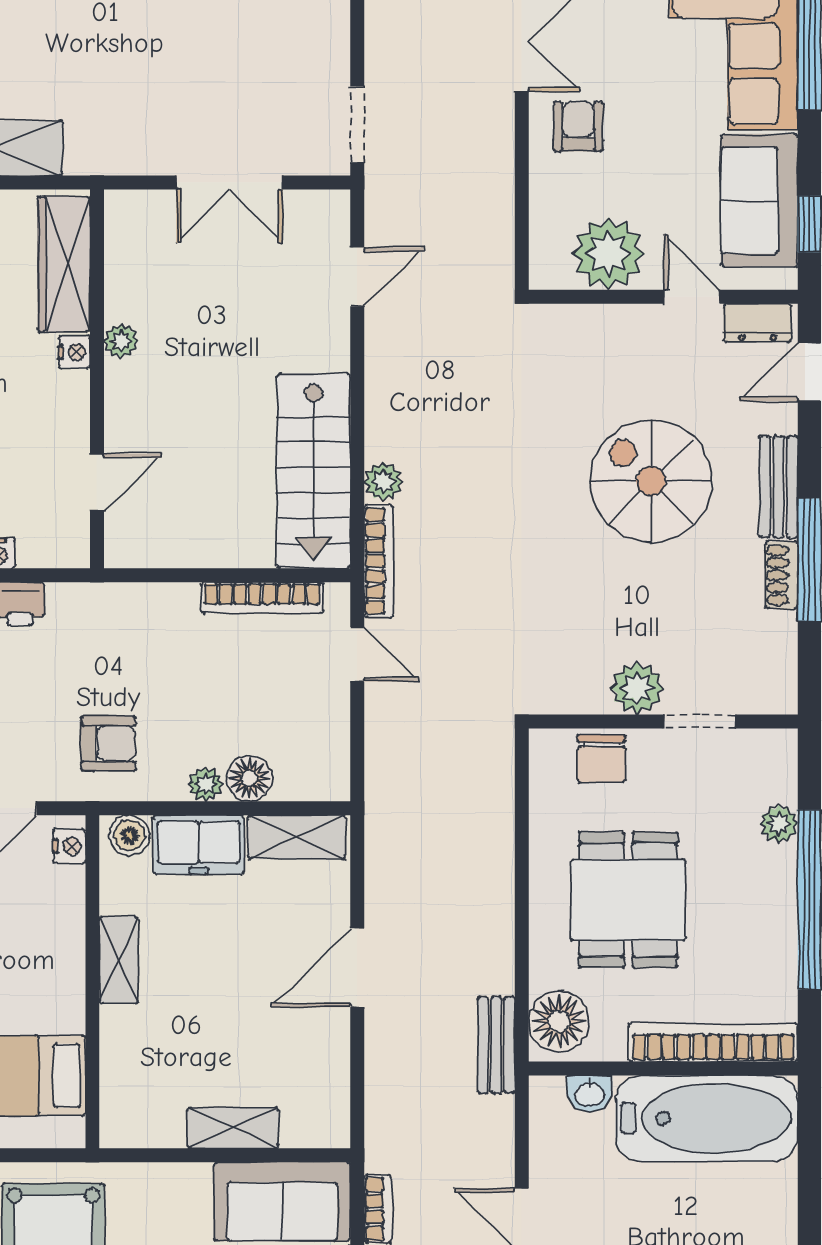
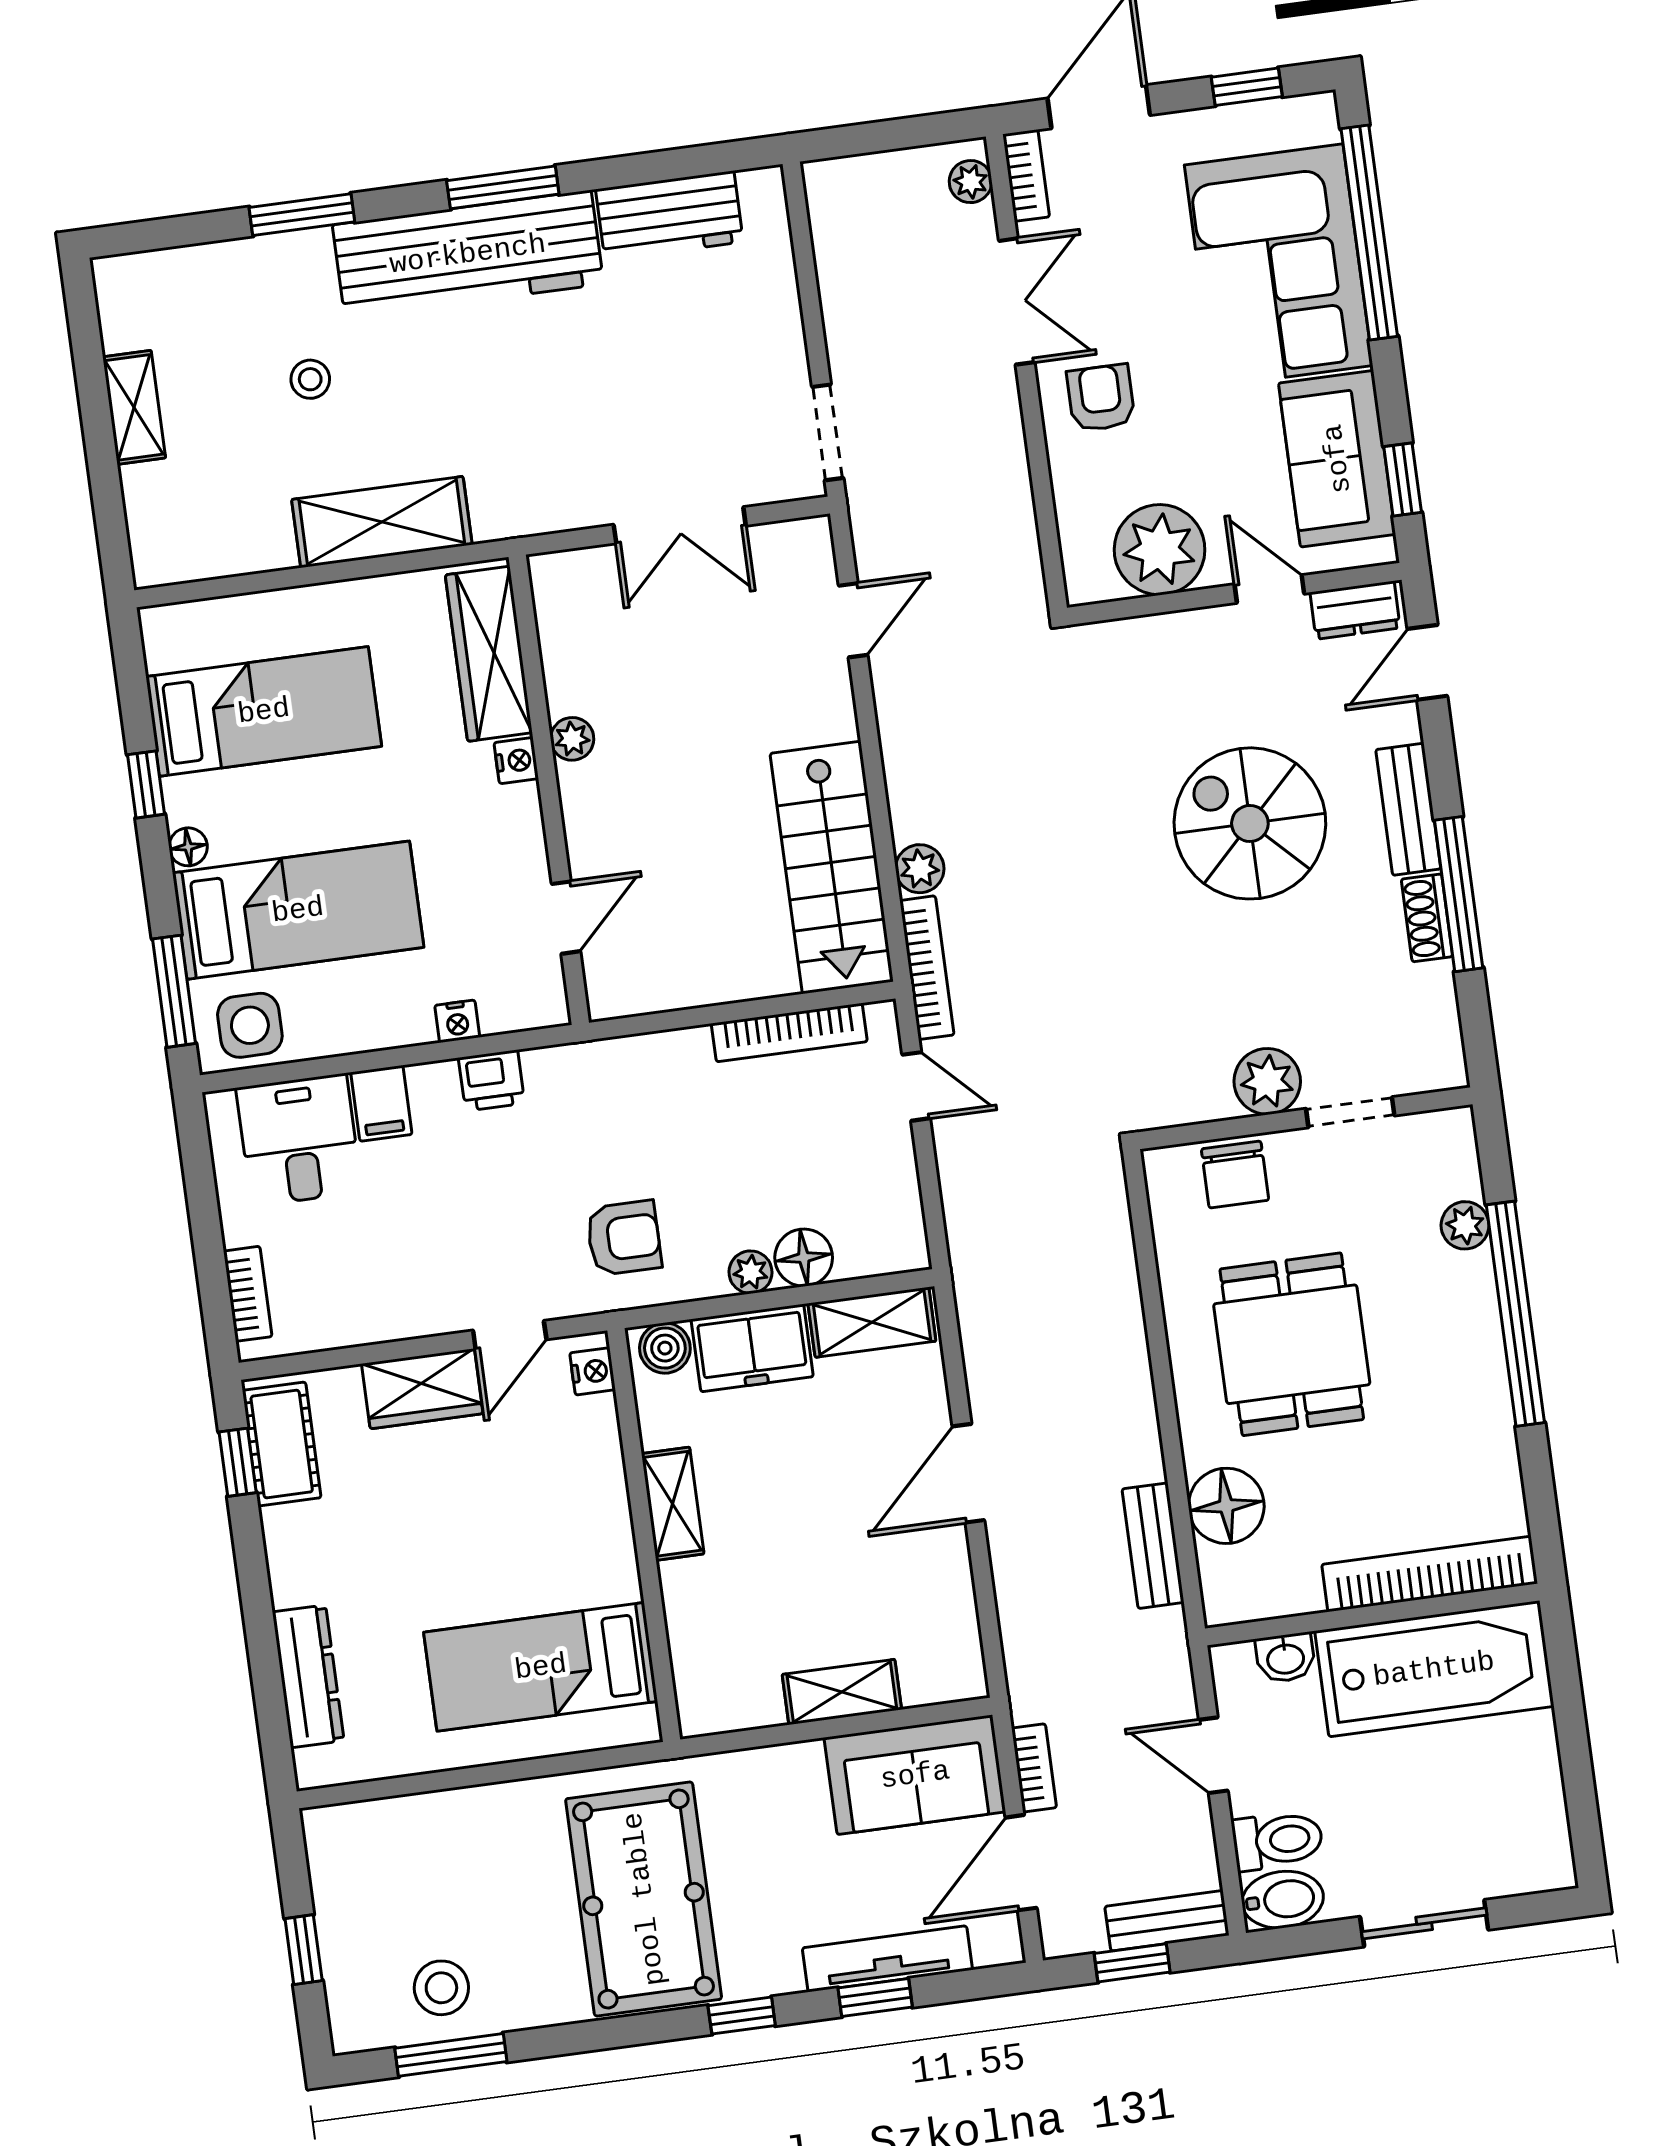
bookcase: (713, 1042) -> (1430, 1574), moved
wall: (663, 1069) -> (1372, 1614), moved
washbasin: (589, 1094) -> (1285, 1658), moved
bathtub: (707, 1118) -> (1434, 1669), moved

